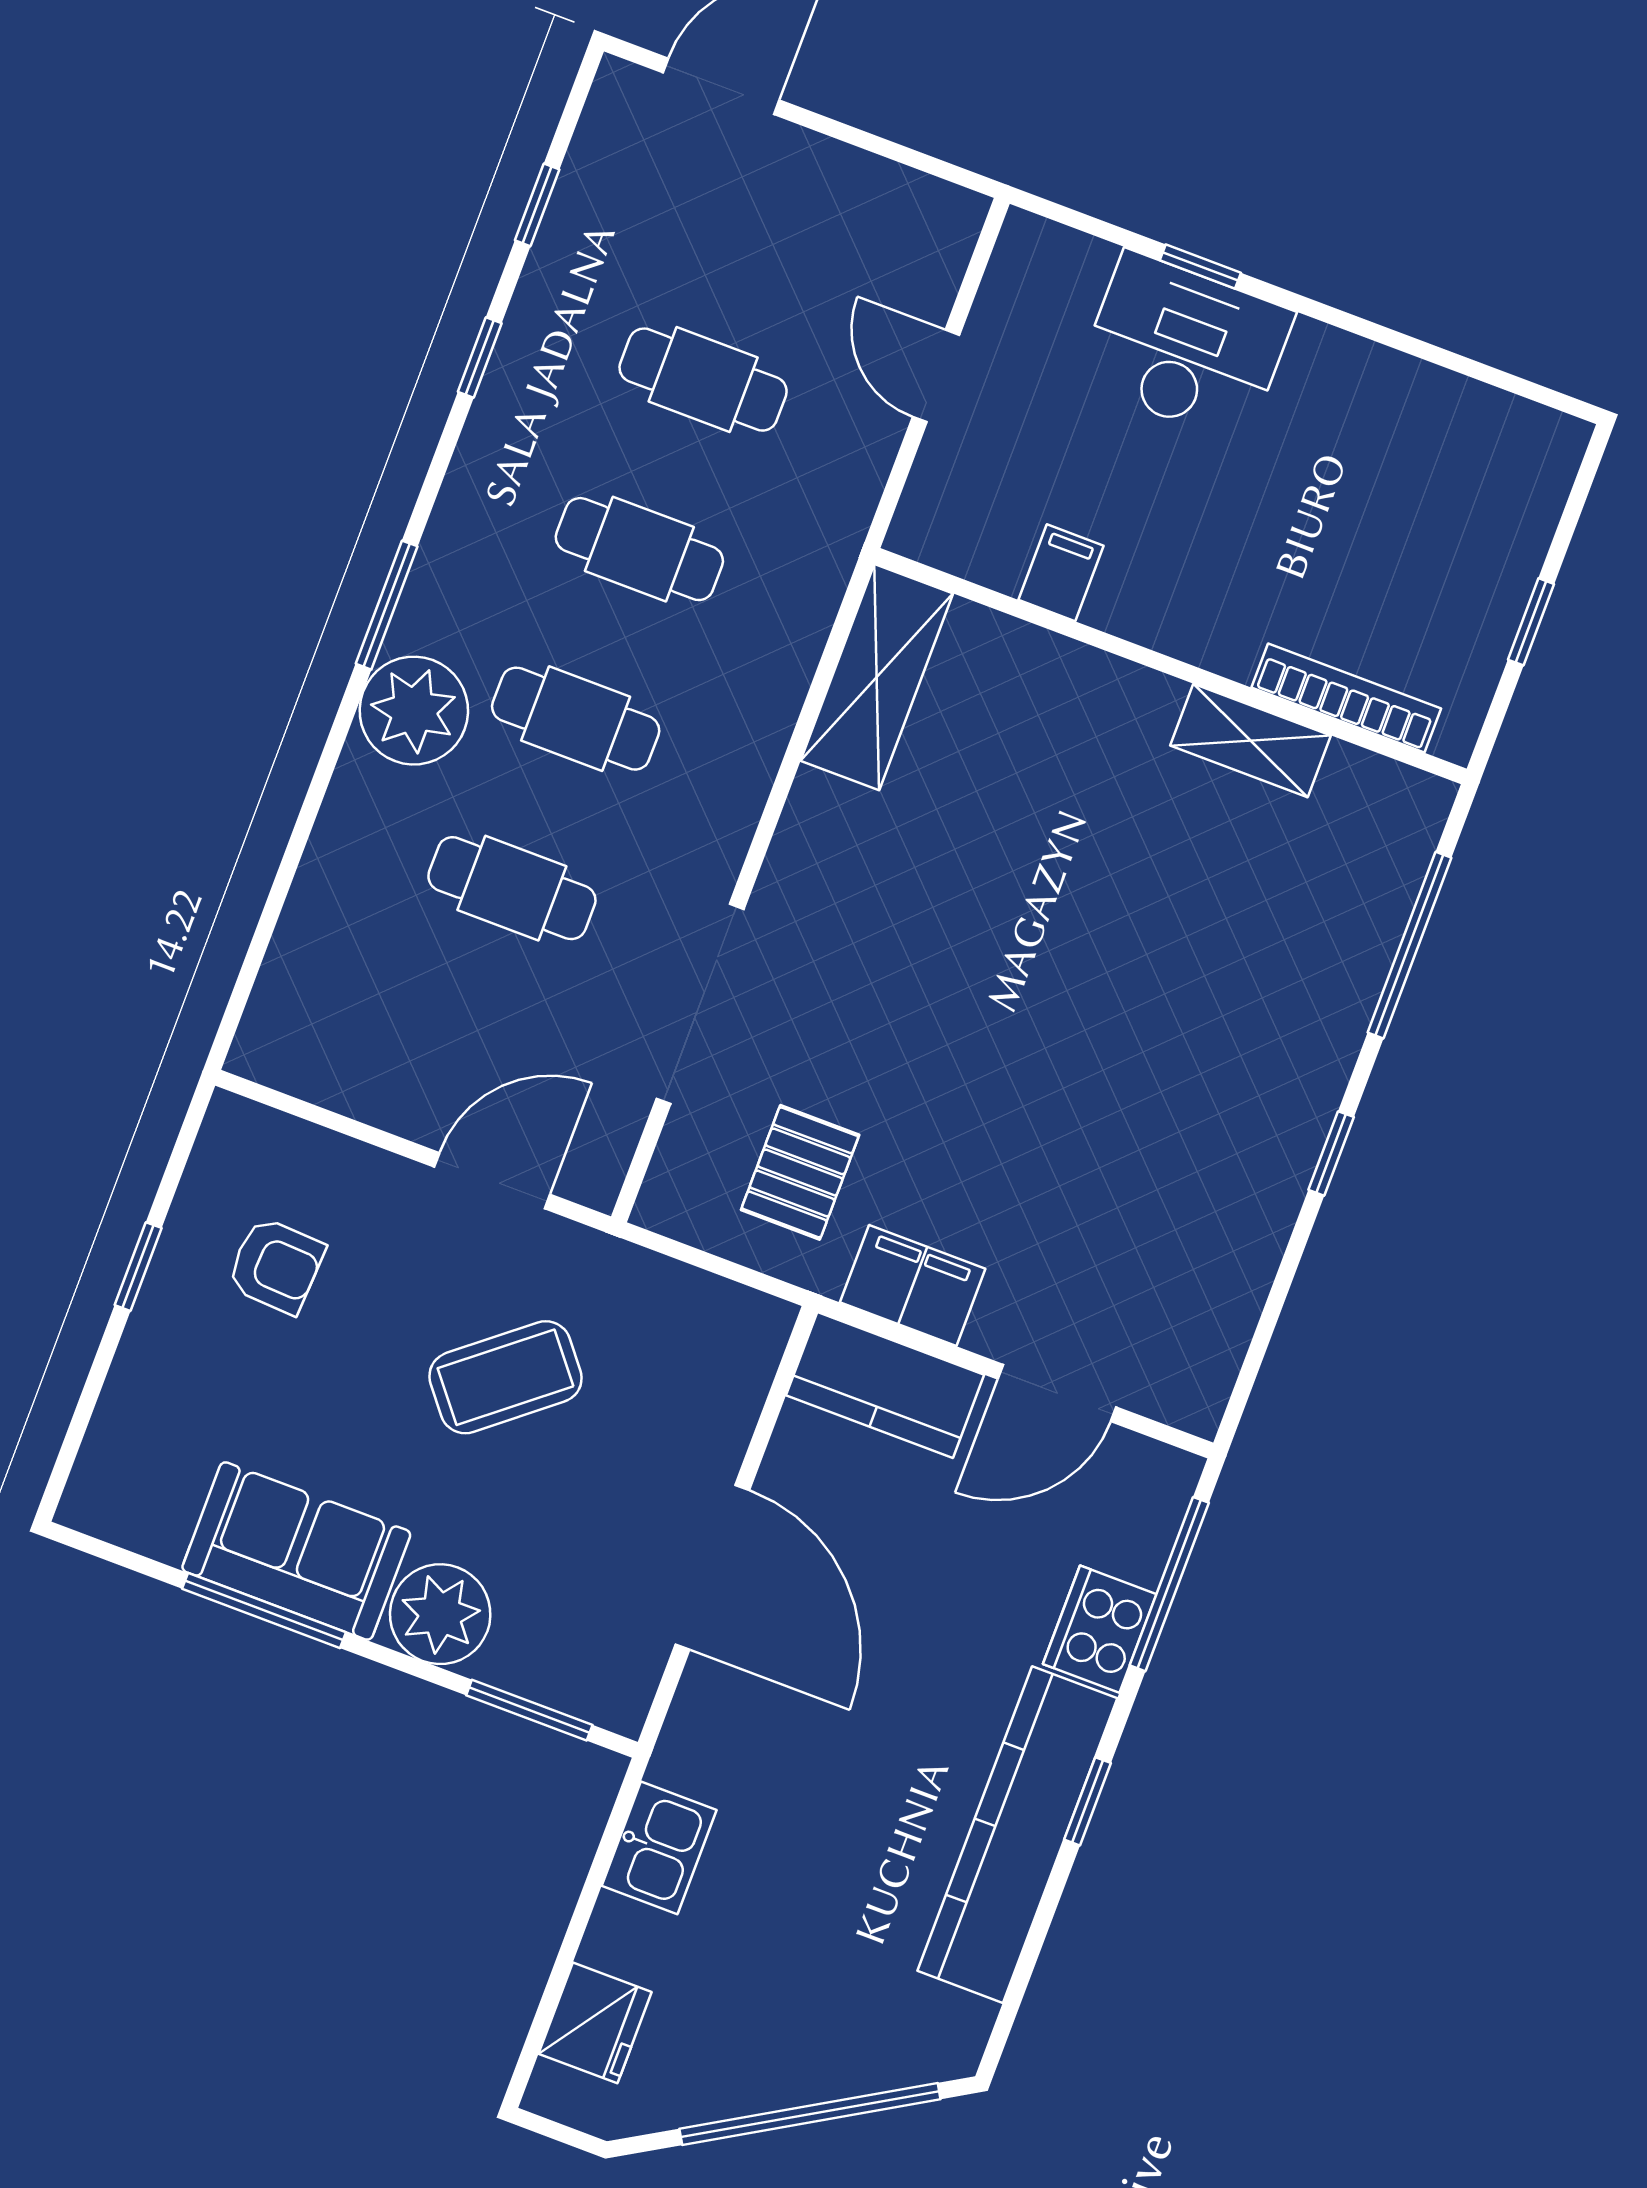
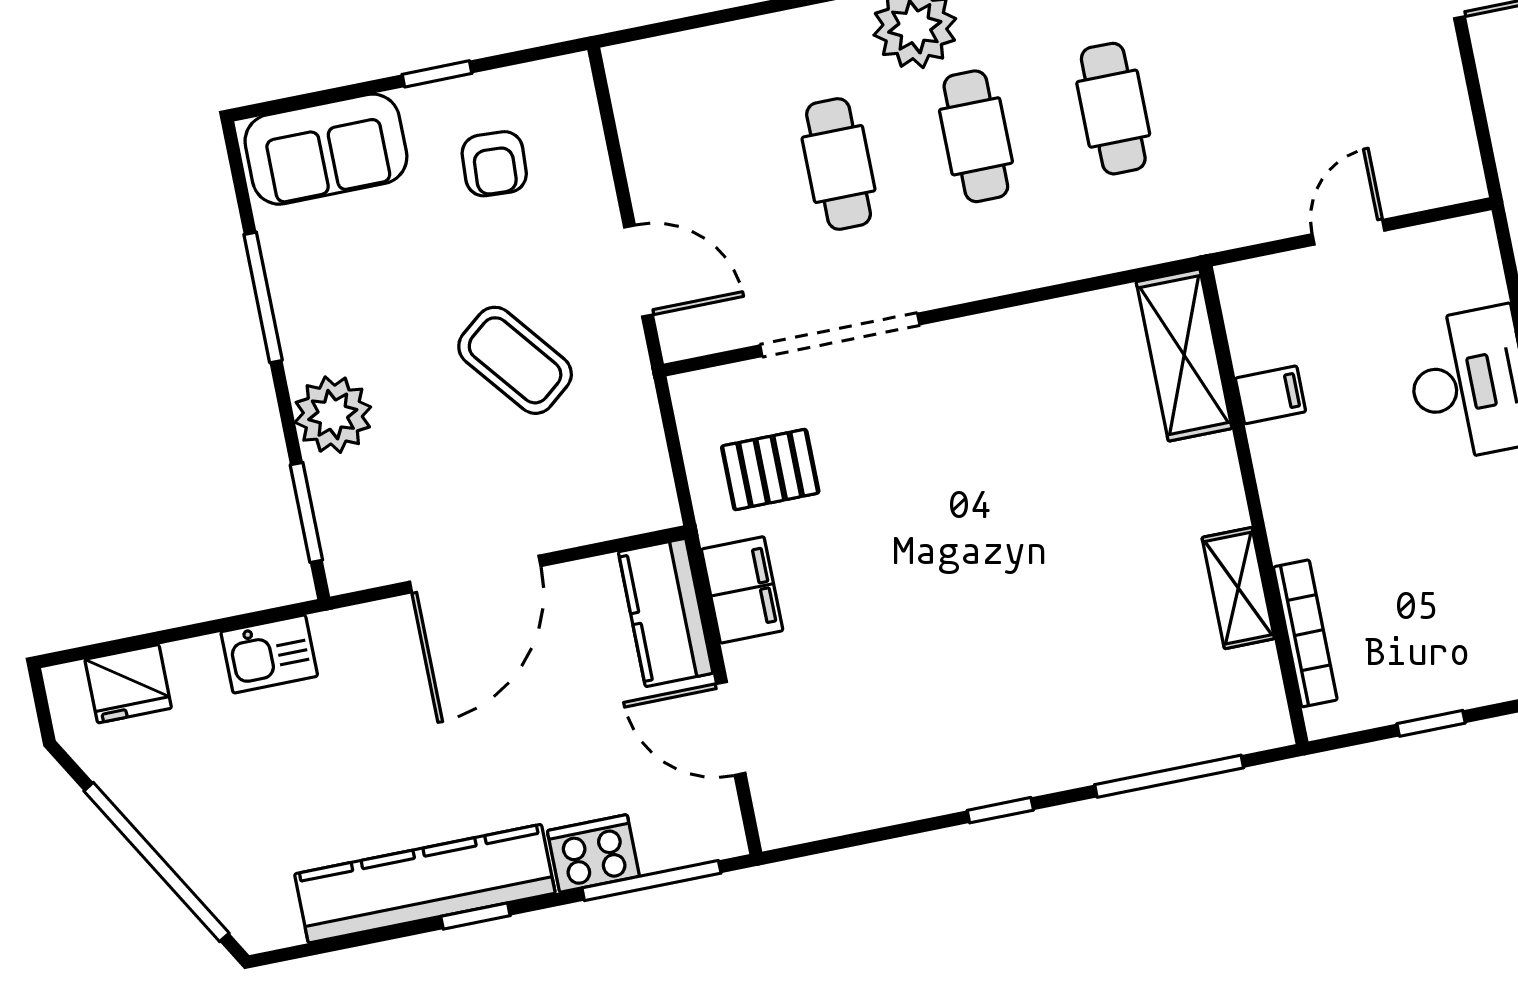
cafe table: (703, 380) -> (1251, 81), removed
shelving: (877, 677) -> (1184, 355), moved, turned 90
sofa: (296, 1551) -> (326, 149), moved, turned 90

